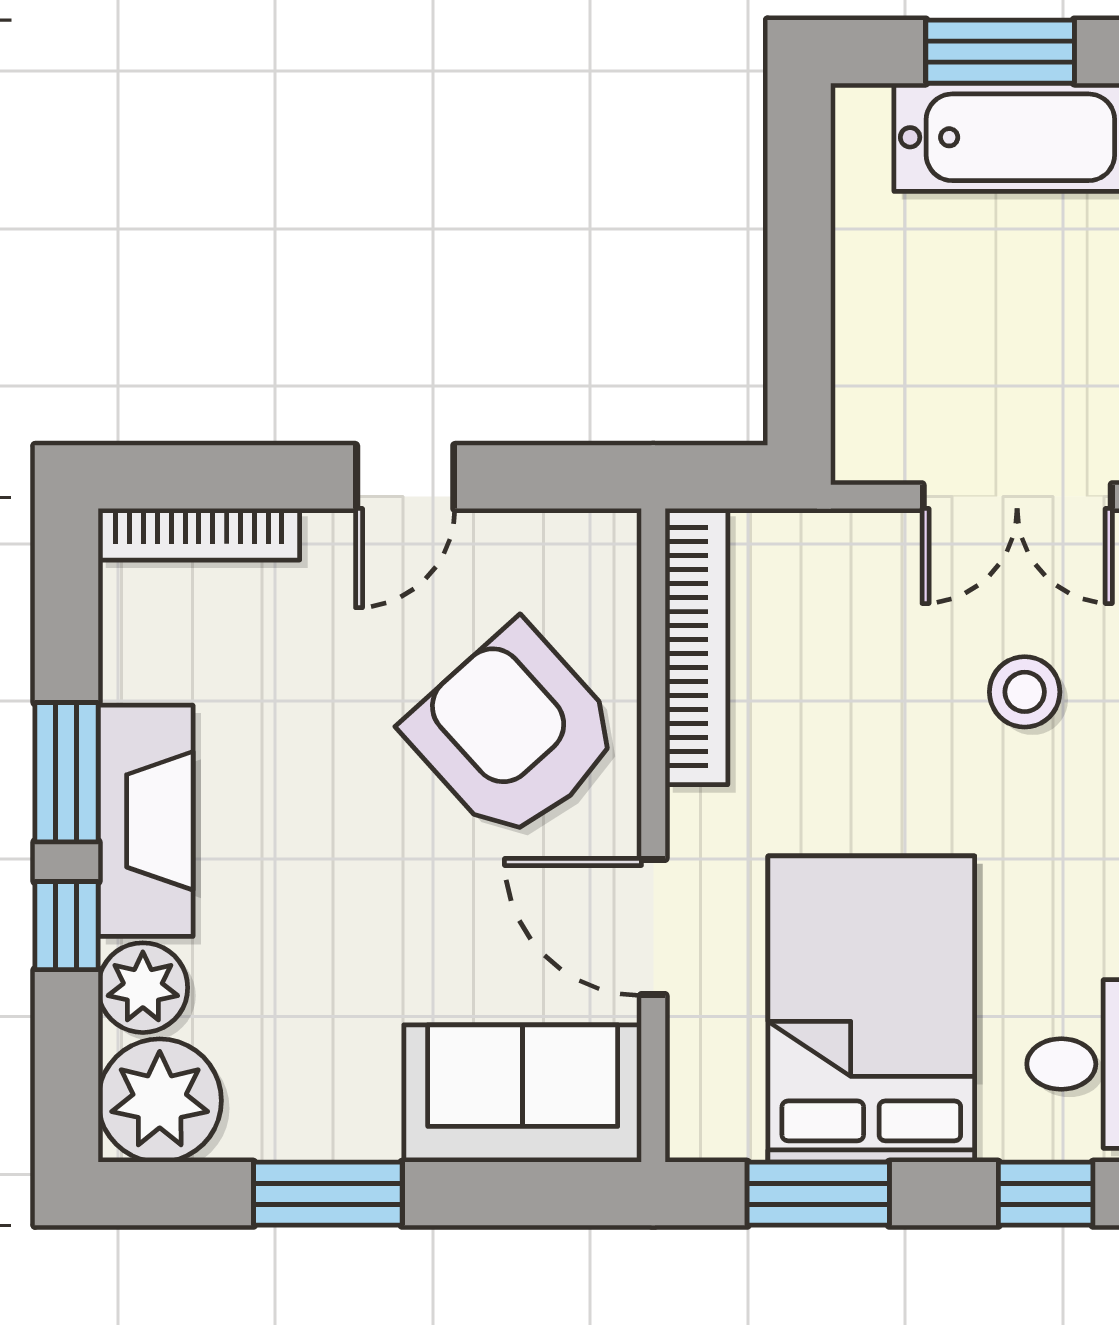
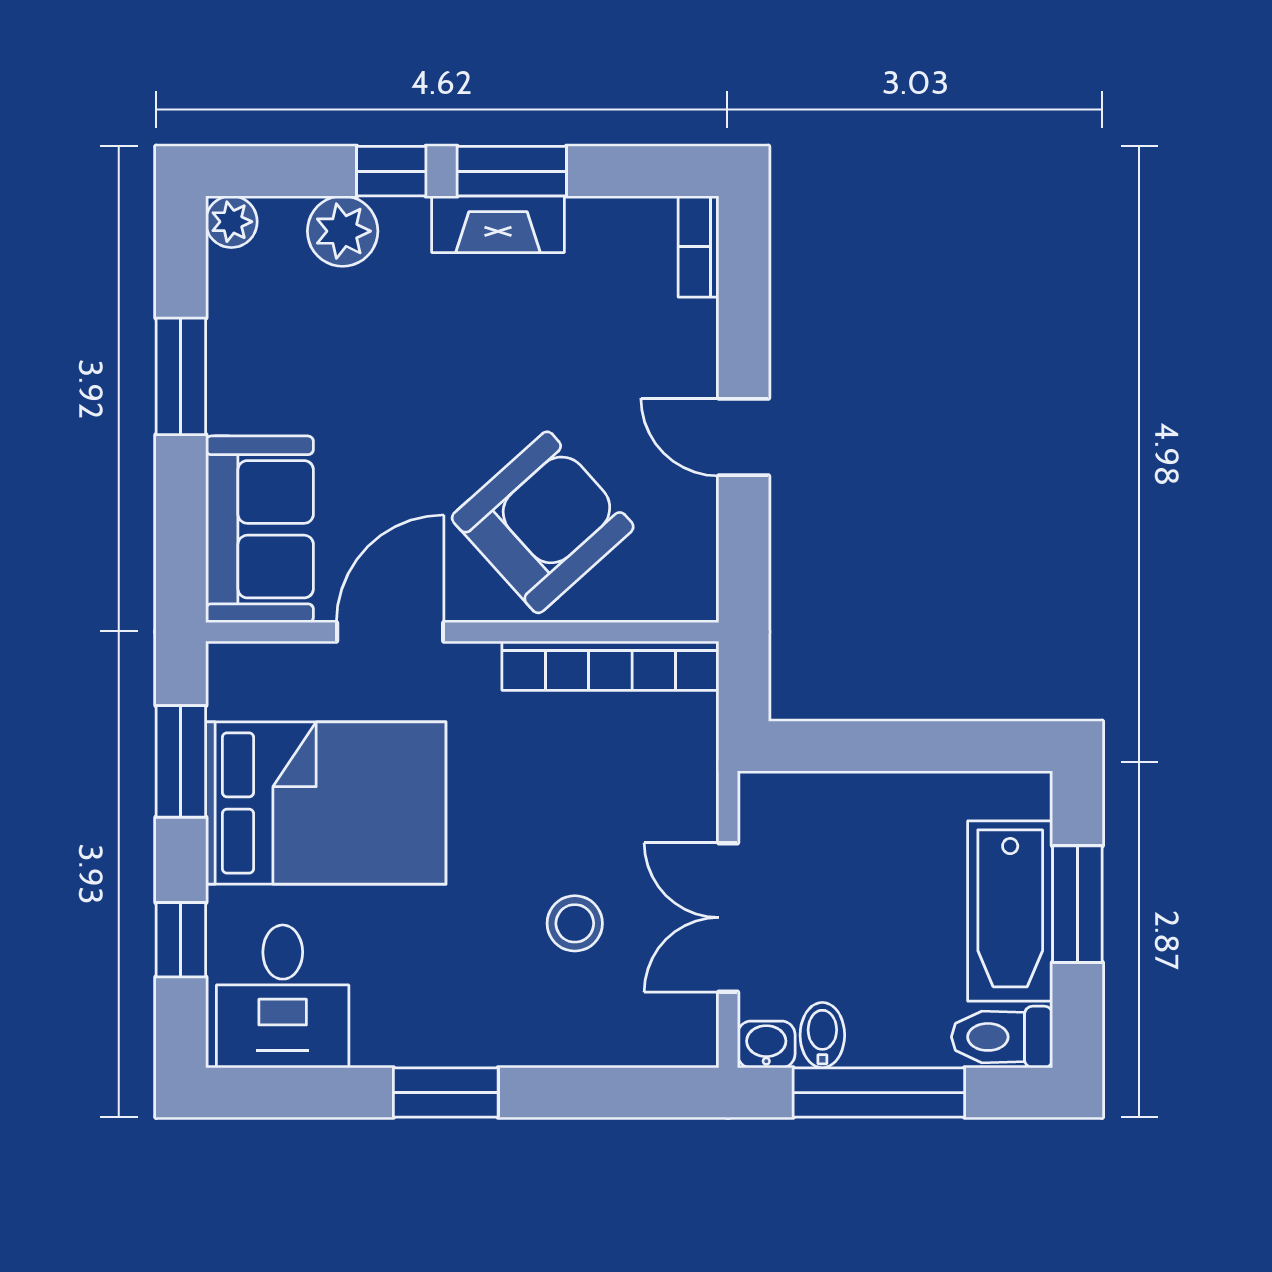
bookcase: (199, 534) -> (699, 247), width x0.64
fireplace: (146, 821) -> (498, 224), width x0.73, depth x0.76
plant: (160, 1101) -> (231, 222), width x0.53, depth x0.53

